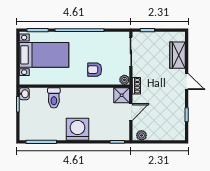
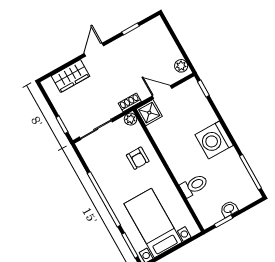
washbasin: (24, 94) -> (229, 209), moved

